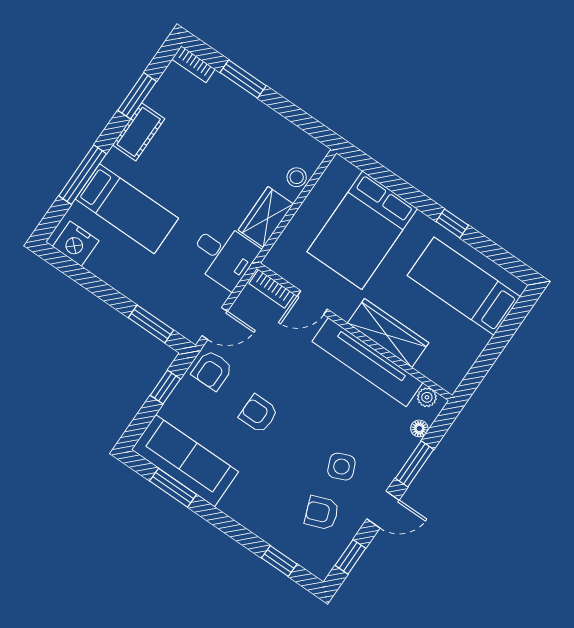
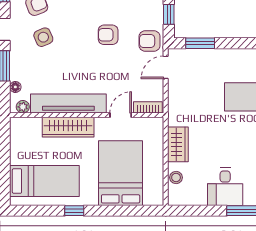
desk: (224, 255) -> (225, 187), moved, turned -90
armchair: (212, 370) -> (150, 41), turned -90
armchair: (259, 414) -> (108, 35), turned 180

